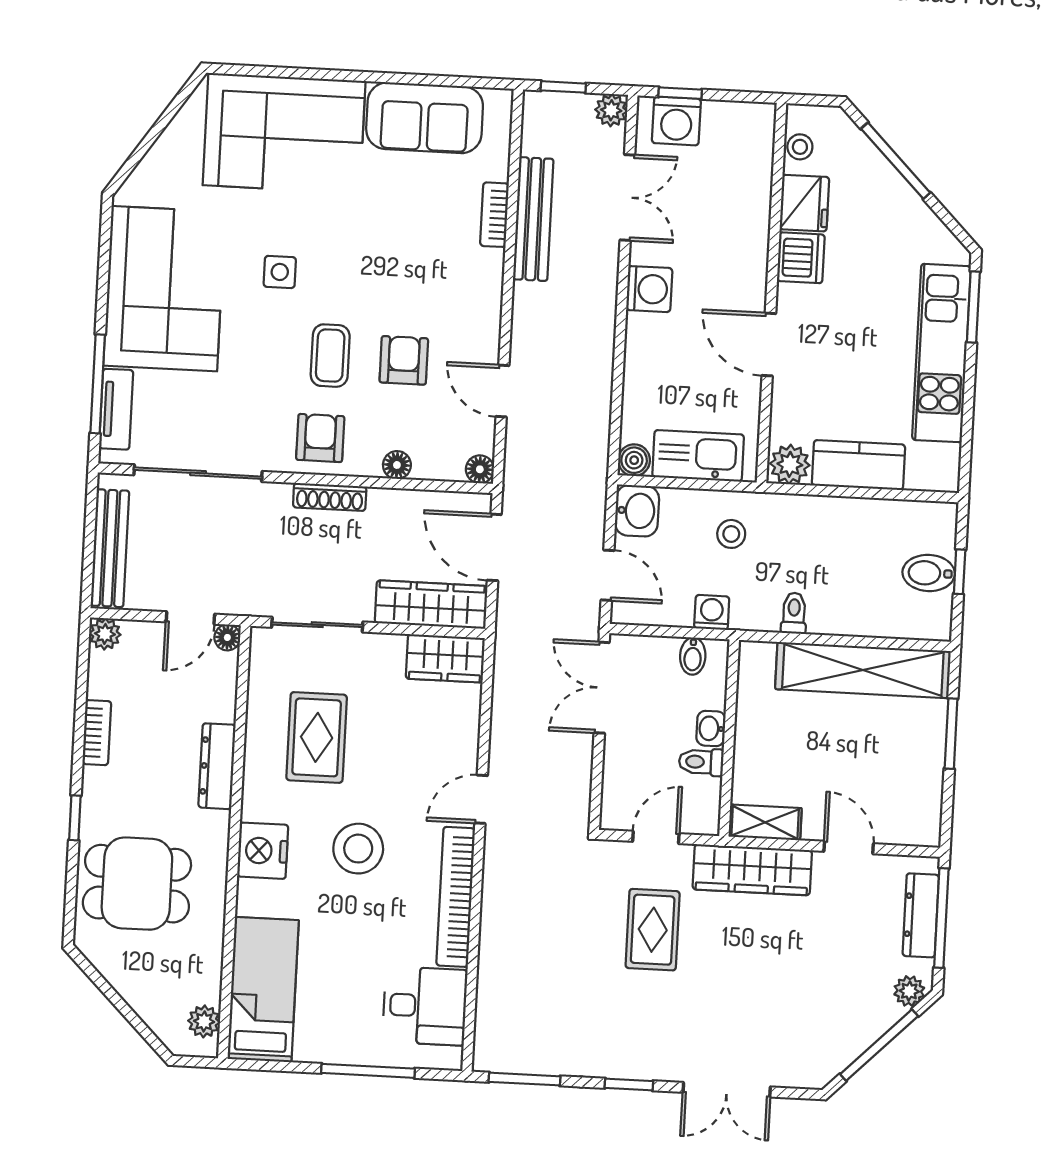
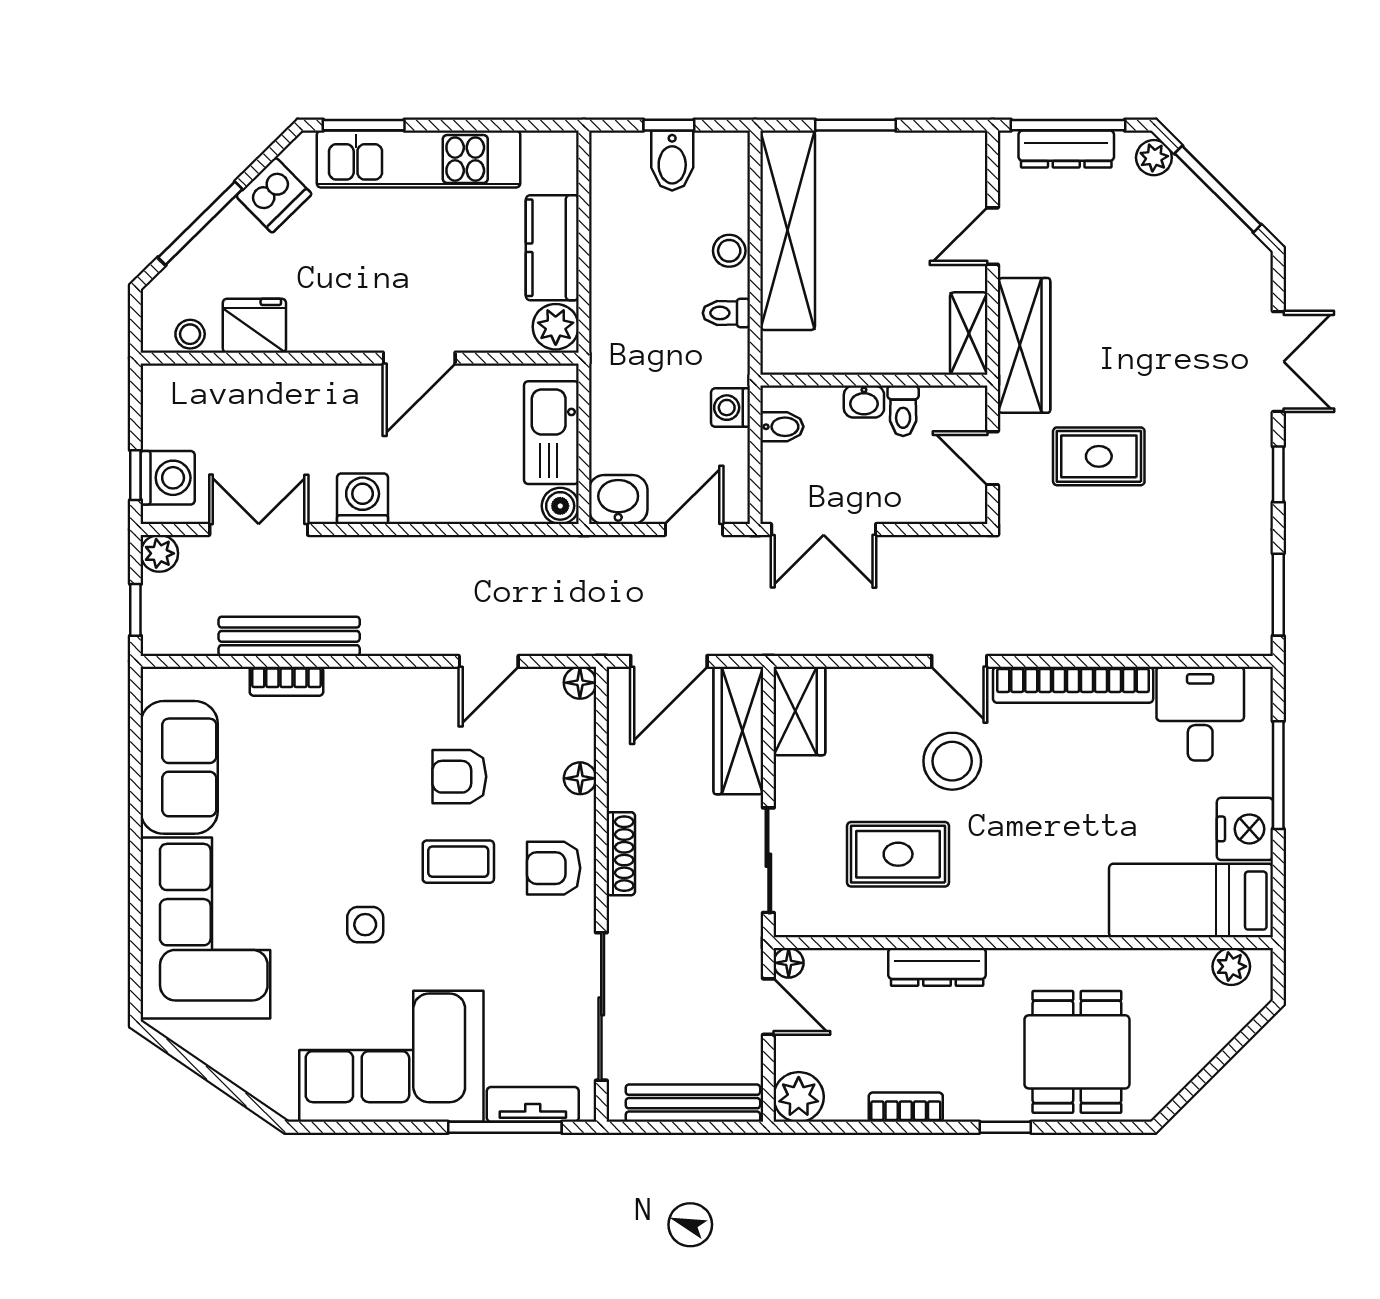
dishwasher: (801, 258) -> (274, 195), moved, turned 135
stool: (731, 534) -> (729, 251), moved
plant: (105, 634) -> (799, 1097), width x1.38, depth x1.38
stool: (358, 849) -> (952, 761), moved
nightstand: (263, 851) -> (1245, 829), moved, turned -90

